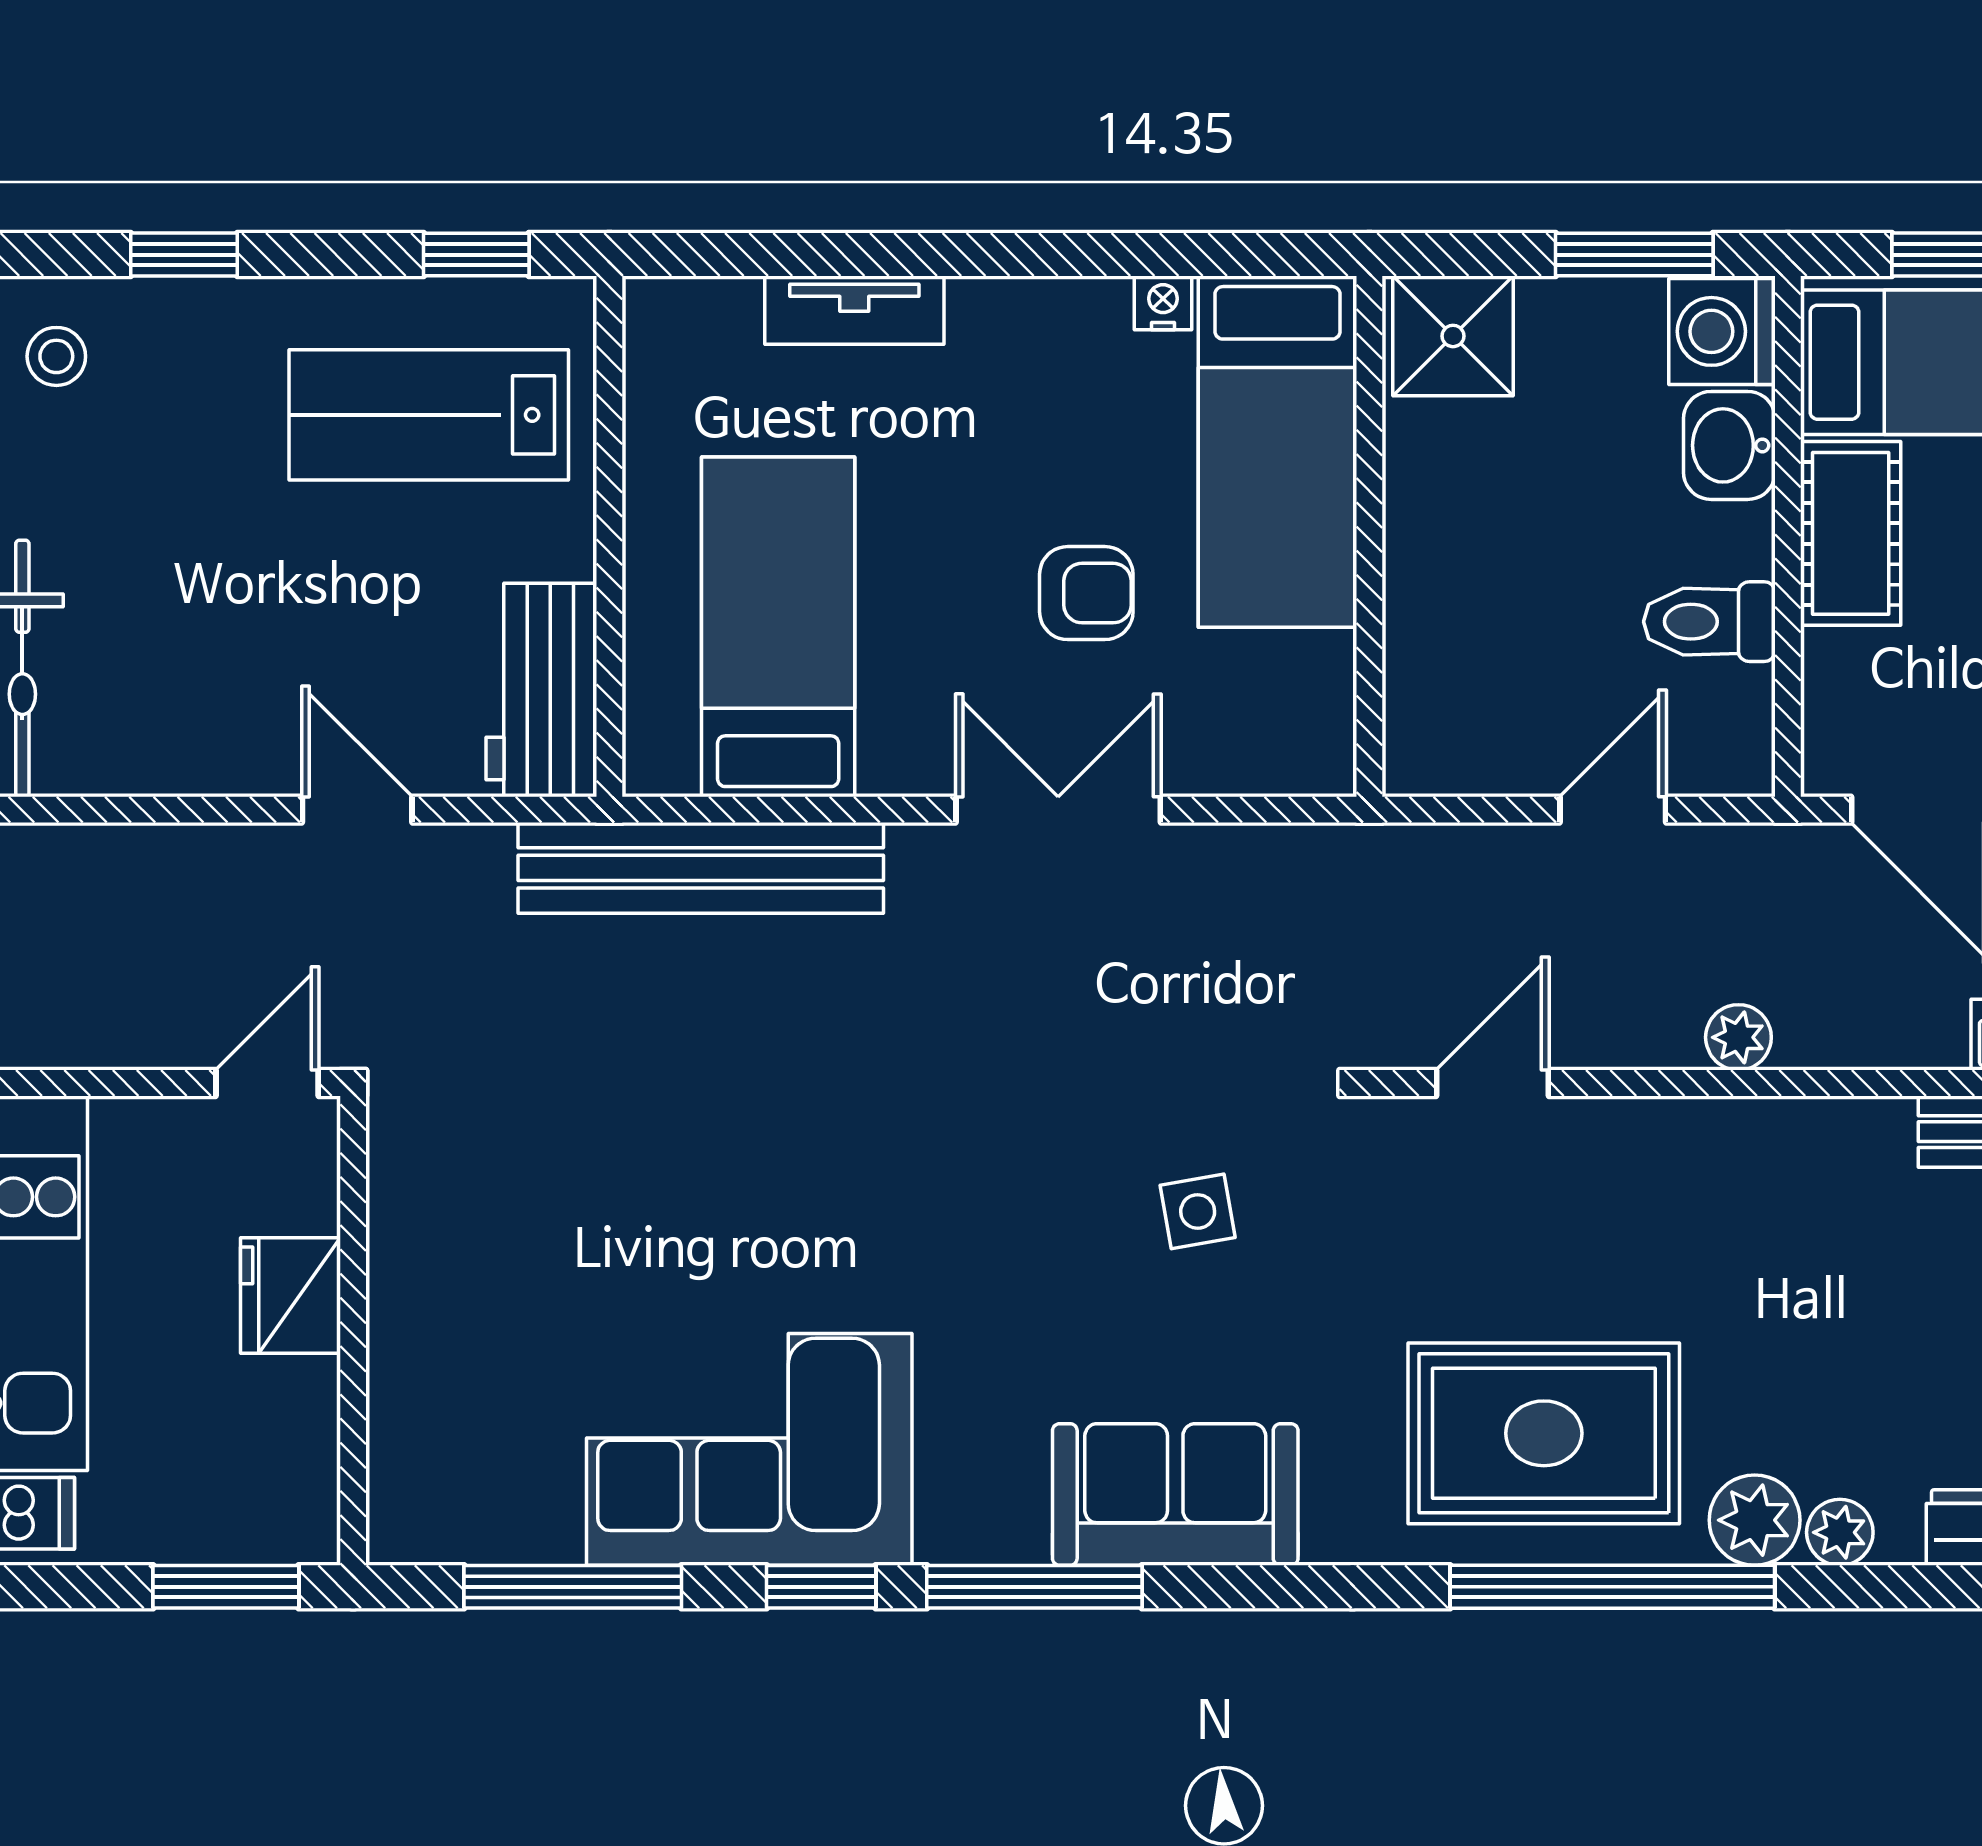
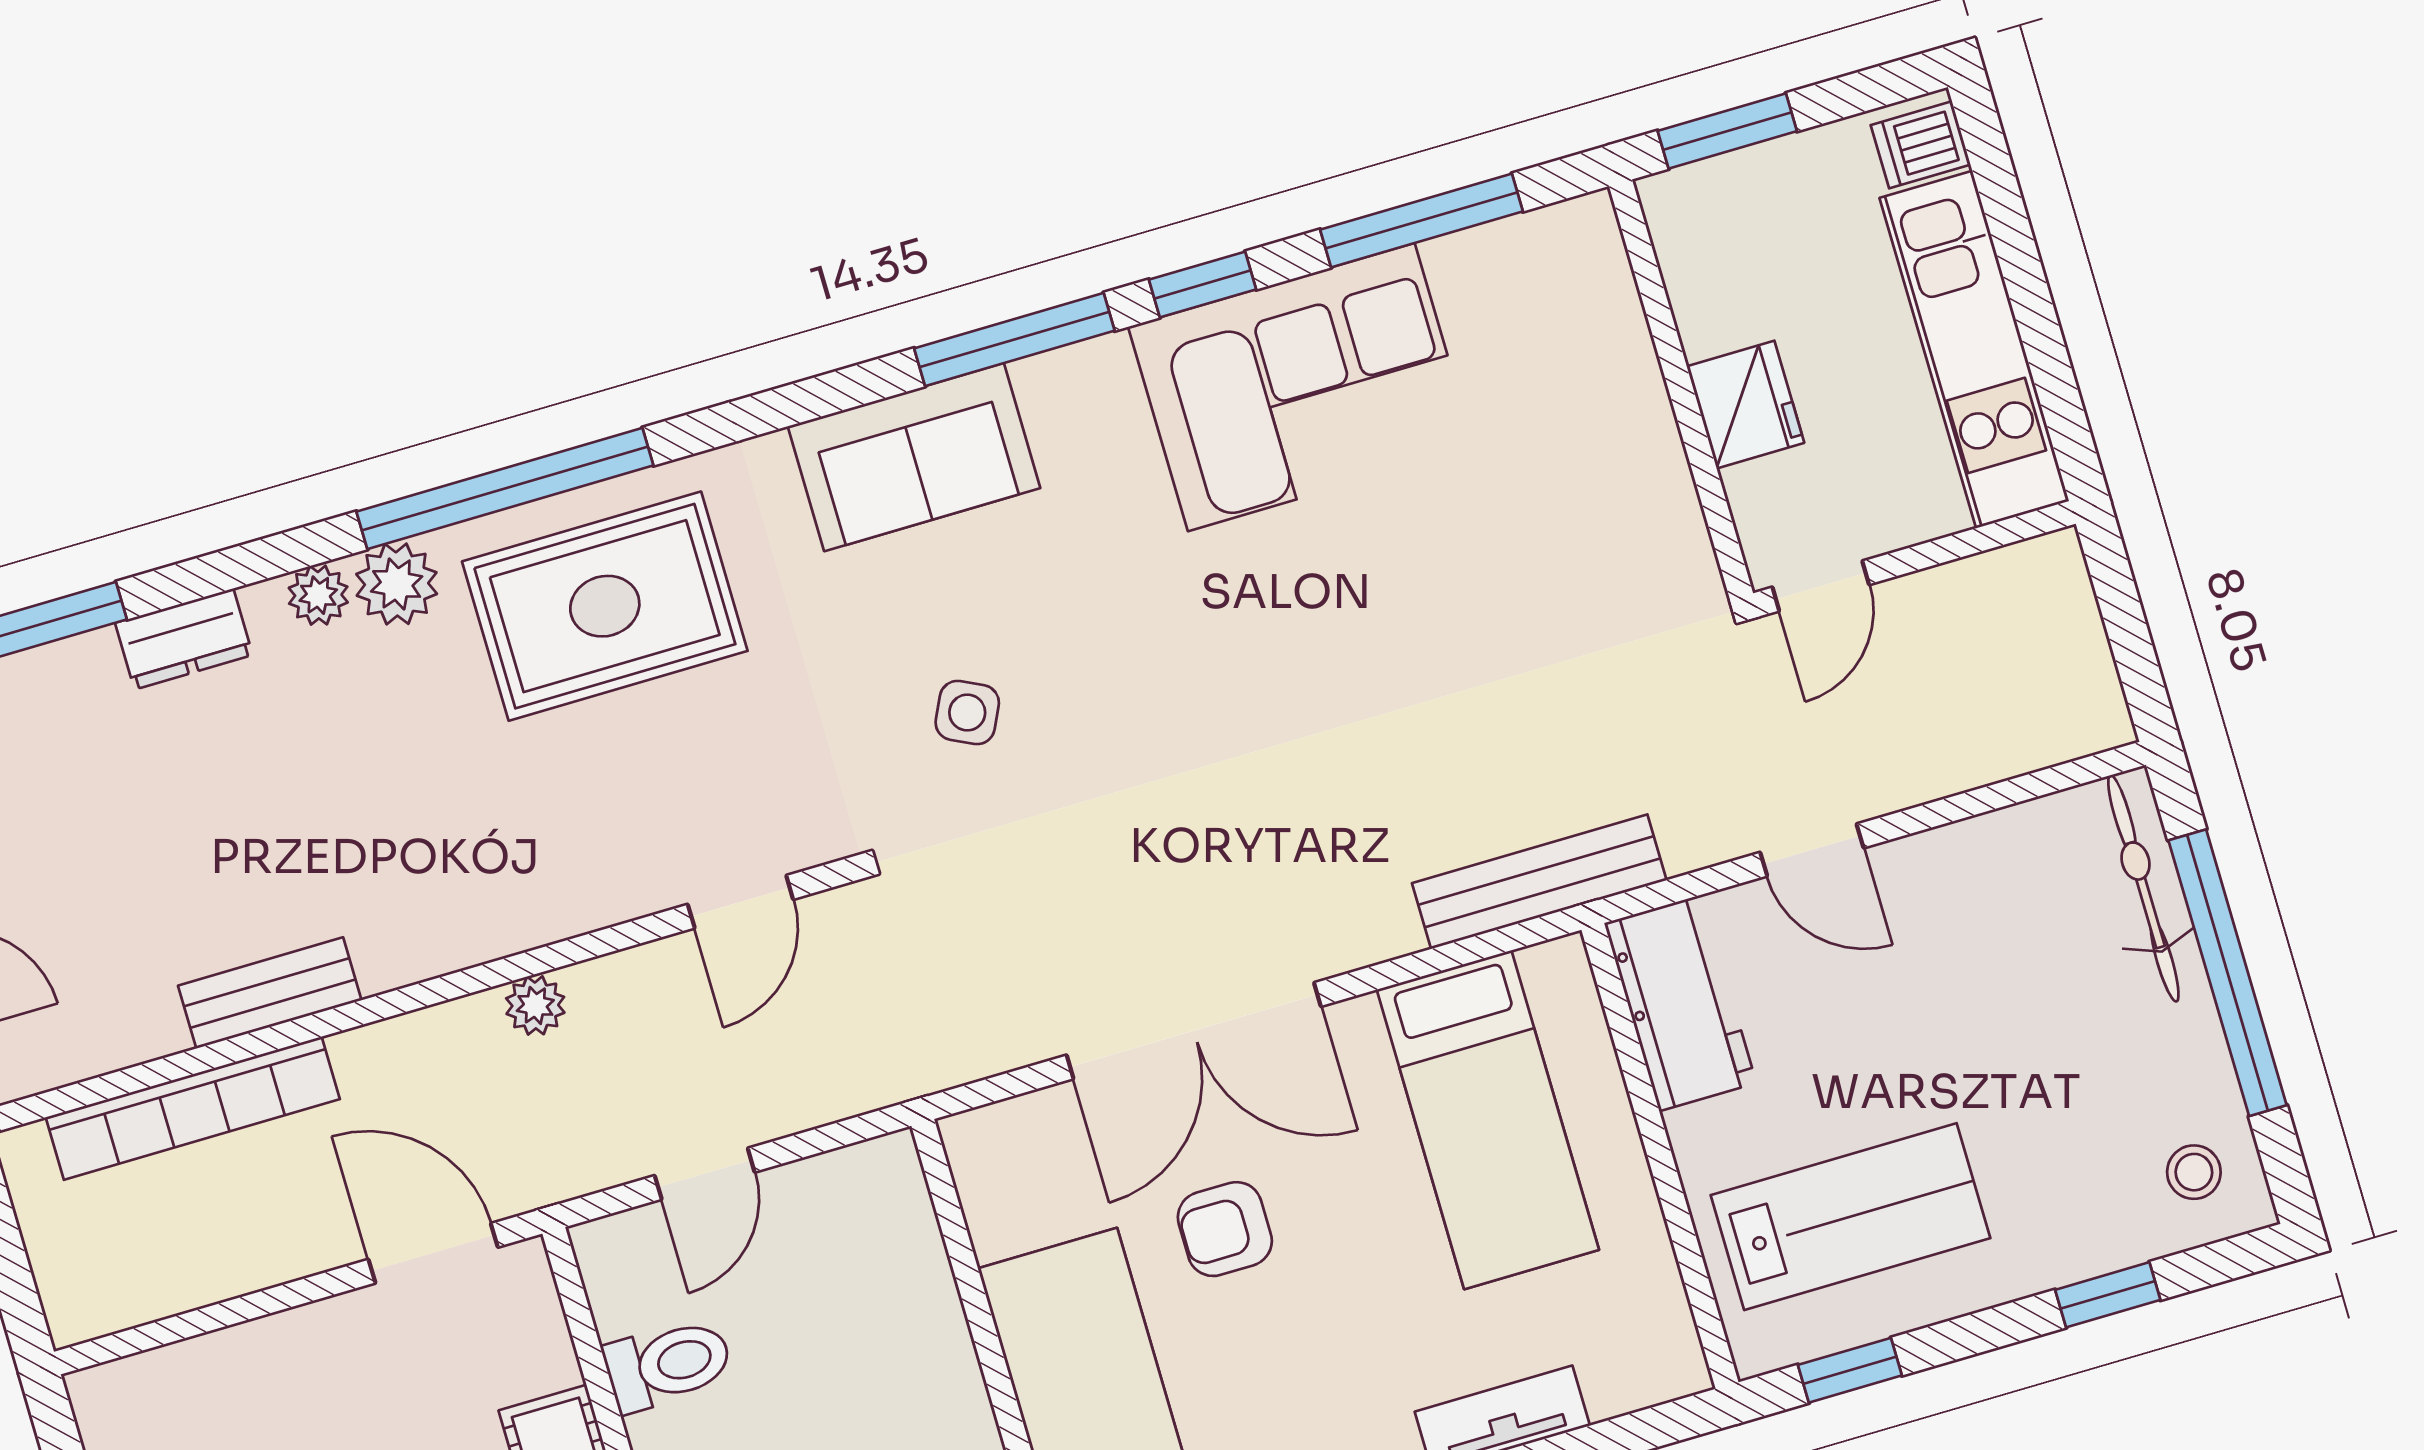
double door: (1058, 810) -> (1194, 1031), width x1.37
bench: (701, 868) -> (1539, 882), width x0.73, depth x0.82
side table: (1198, 1211) -> (967, 713), turned 36

